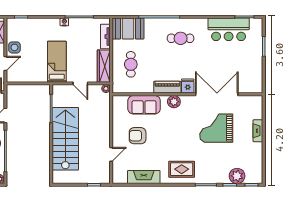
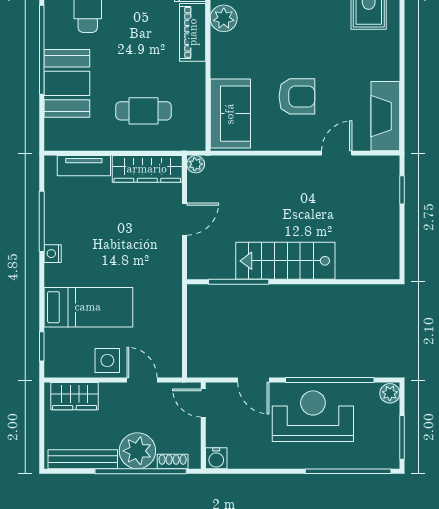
booth: (128, 29) -> (67, 83), moved
bed: (57, 62) -> (88, 307), moved, turned 180
sofa: (144, 105) -> (230, 114), moved
armchair: (138, 136) -> (297, 96), turned -90
stairs: (65, 139) -> (285, 261), width x0.73, depth x0.66
door: (111, 154) -> (337, 153), hinge flipped
fireplace: (144, 177) -> (385, 116), moved

